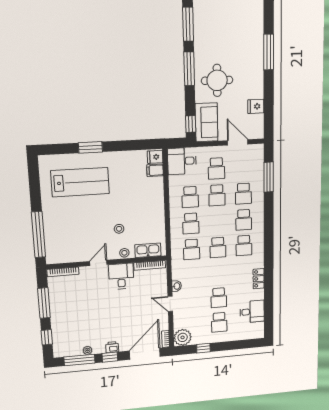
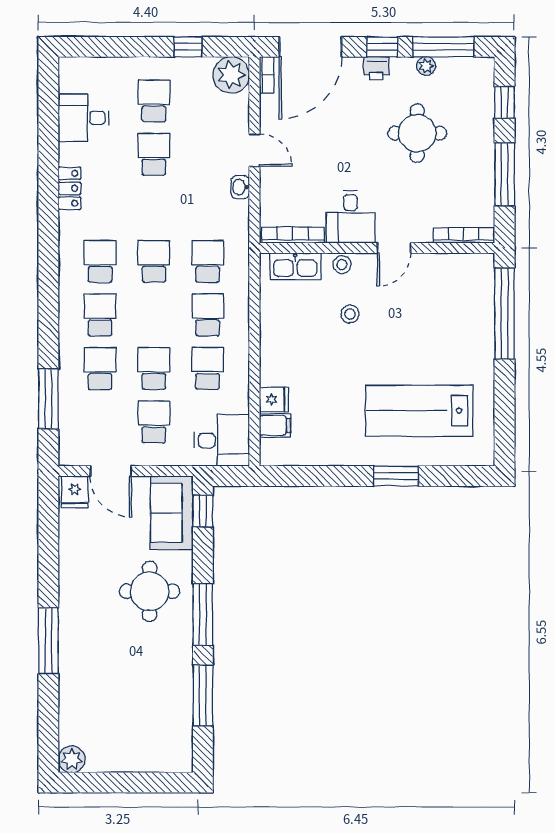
fridge: (256, 106) -> (75, 492), moved, turned 90
fridge: (155, 157) -> (274, 400), moved
round table: (90, 319) -> (417, 133), added

